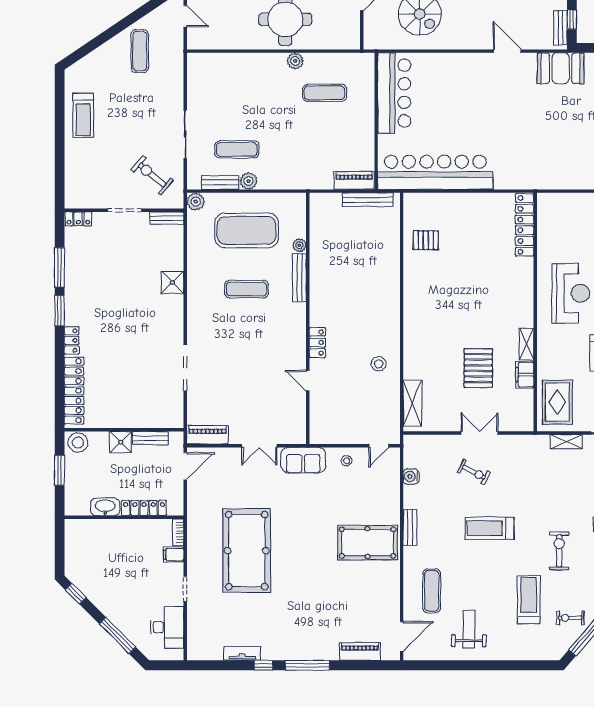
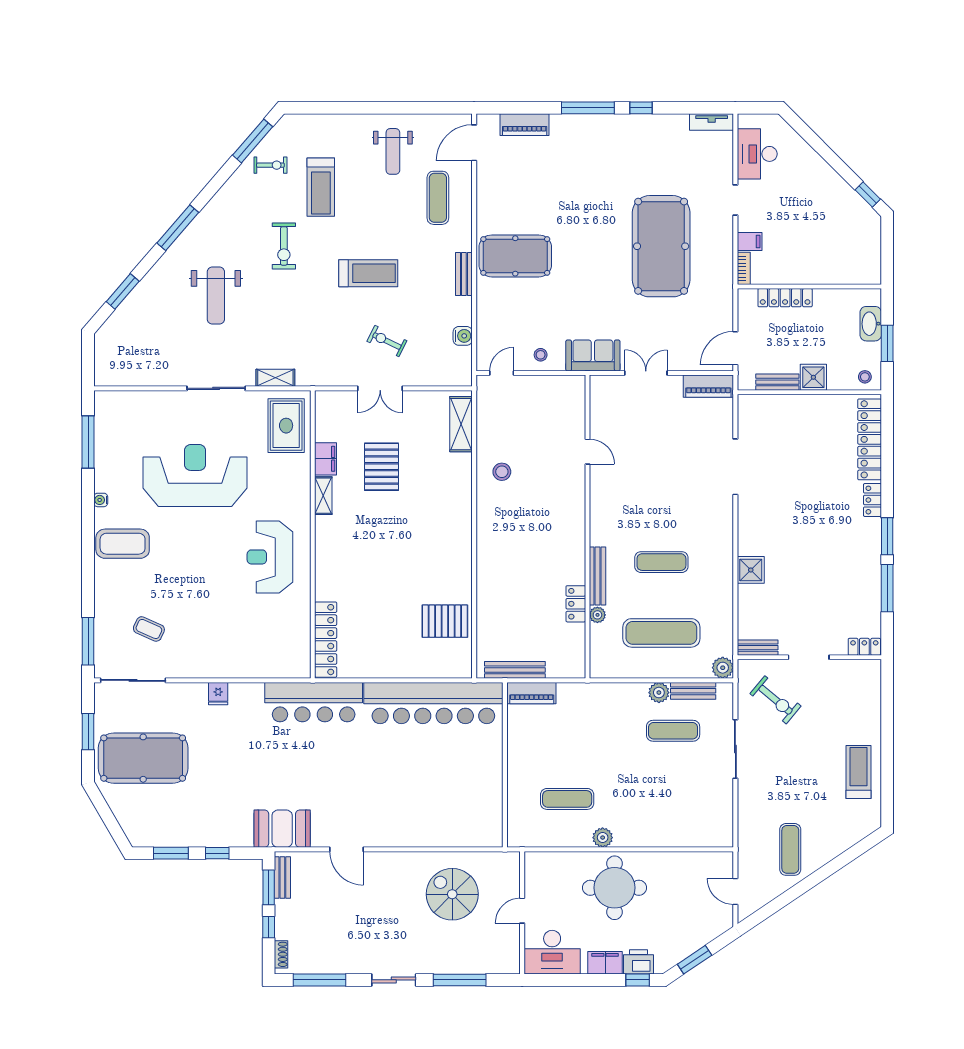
window: (572, 20) -> (269, 887), width x1.50
bar counter: (394, 93) -> (314, 702), moved, turned -90
exercise mat: (246, 230) -> (661, 633), width x0.68
pallet: (426, 240) -> (445, 621), width x1.50, depth x1.42
locker: (317, 342) -> (576, 604), moved
stool: (78, 443) -> (865, 377), width x0.53, depth x0.53
washbasin: (105, 507) -> (871, 324), moved, turned 90
window: (117, 635) -> (817, 144), removed
tv unit: (242, 654) -> (712, 122), moved

